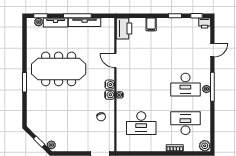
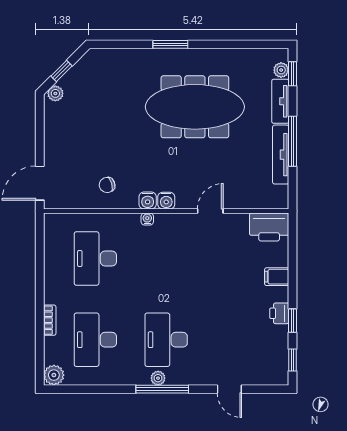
printer: (205, 23) -> (279, 313), moved
meeting table: (59, 69) -> (195, 107), turned 90
desk: (185, 123) -> (95, 340), turned 180

